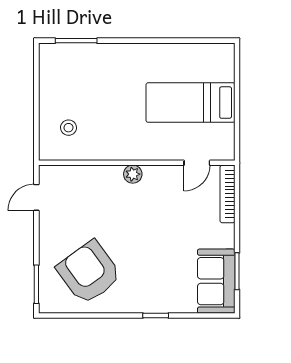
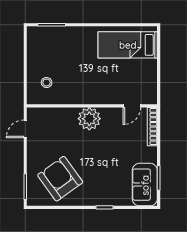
bed: (190, 103) -> (128, 45), moved
plant: (133, 174) -> (89, 119), width x1.88, depth x1.88

